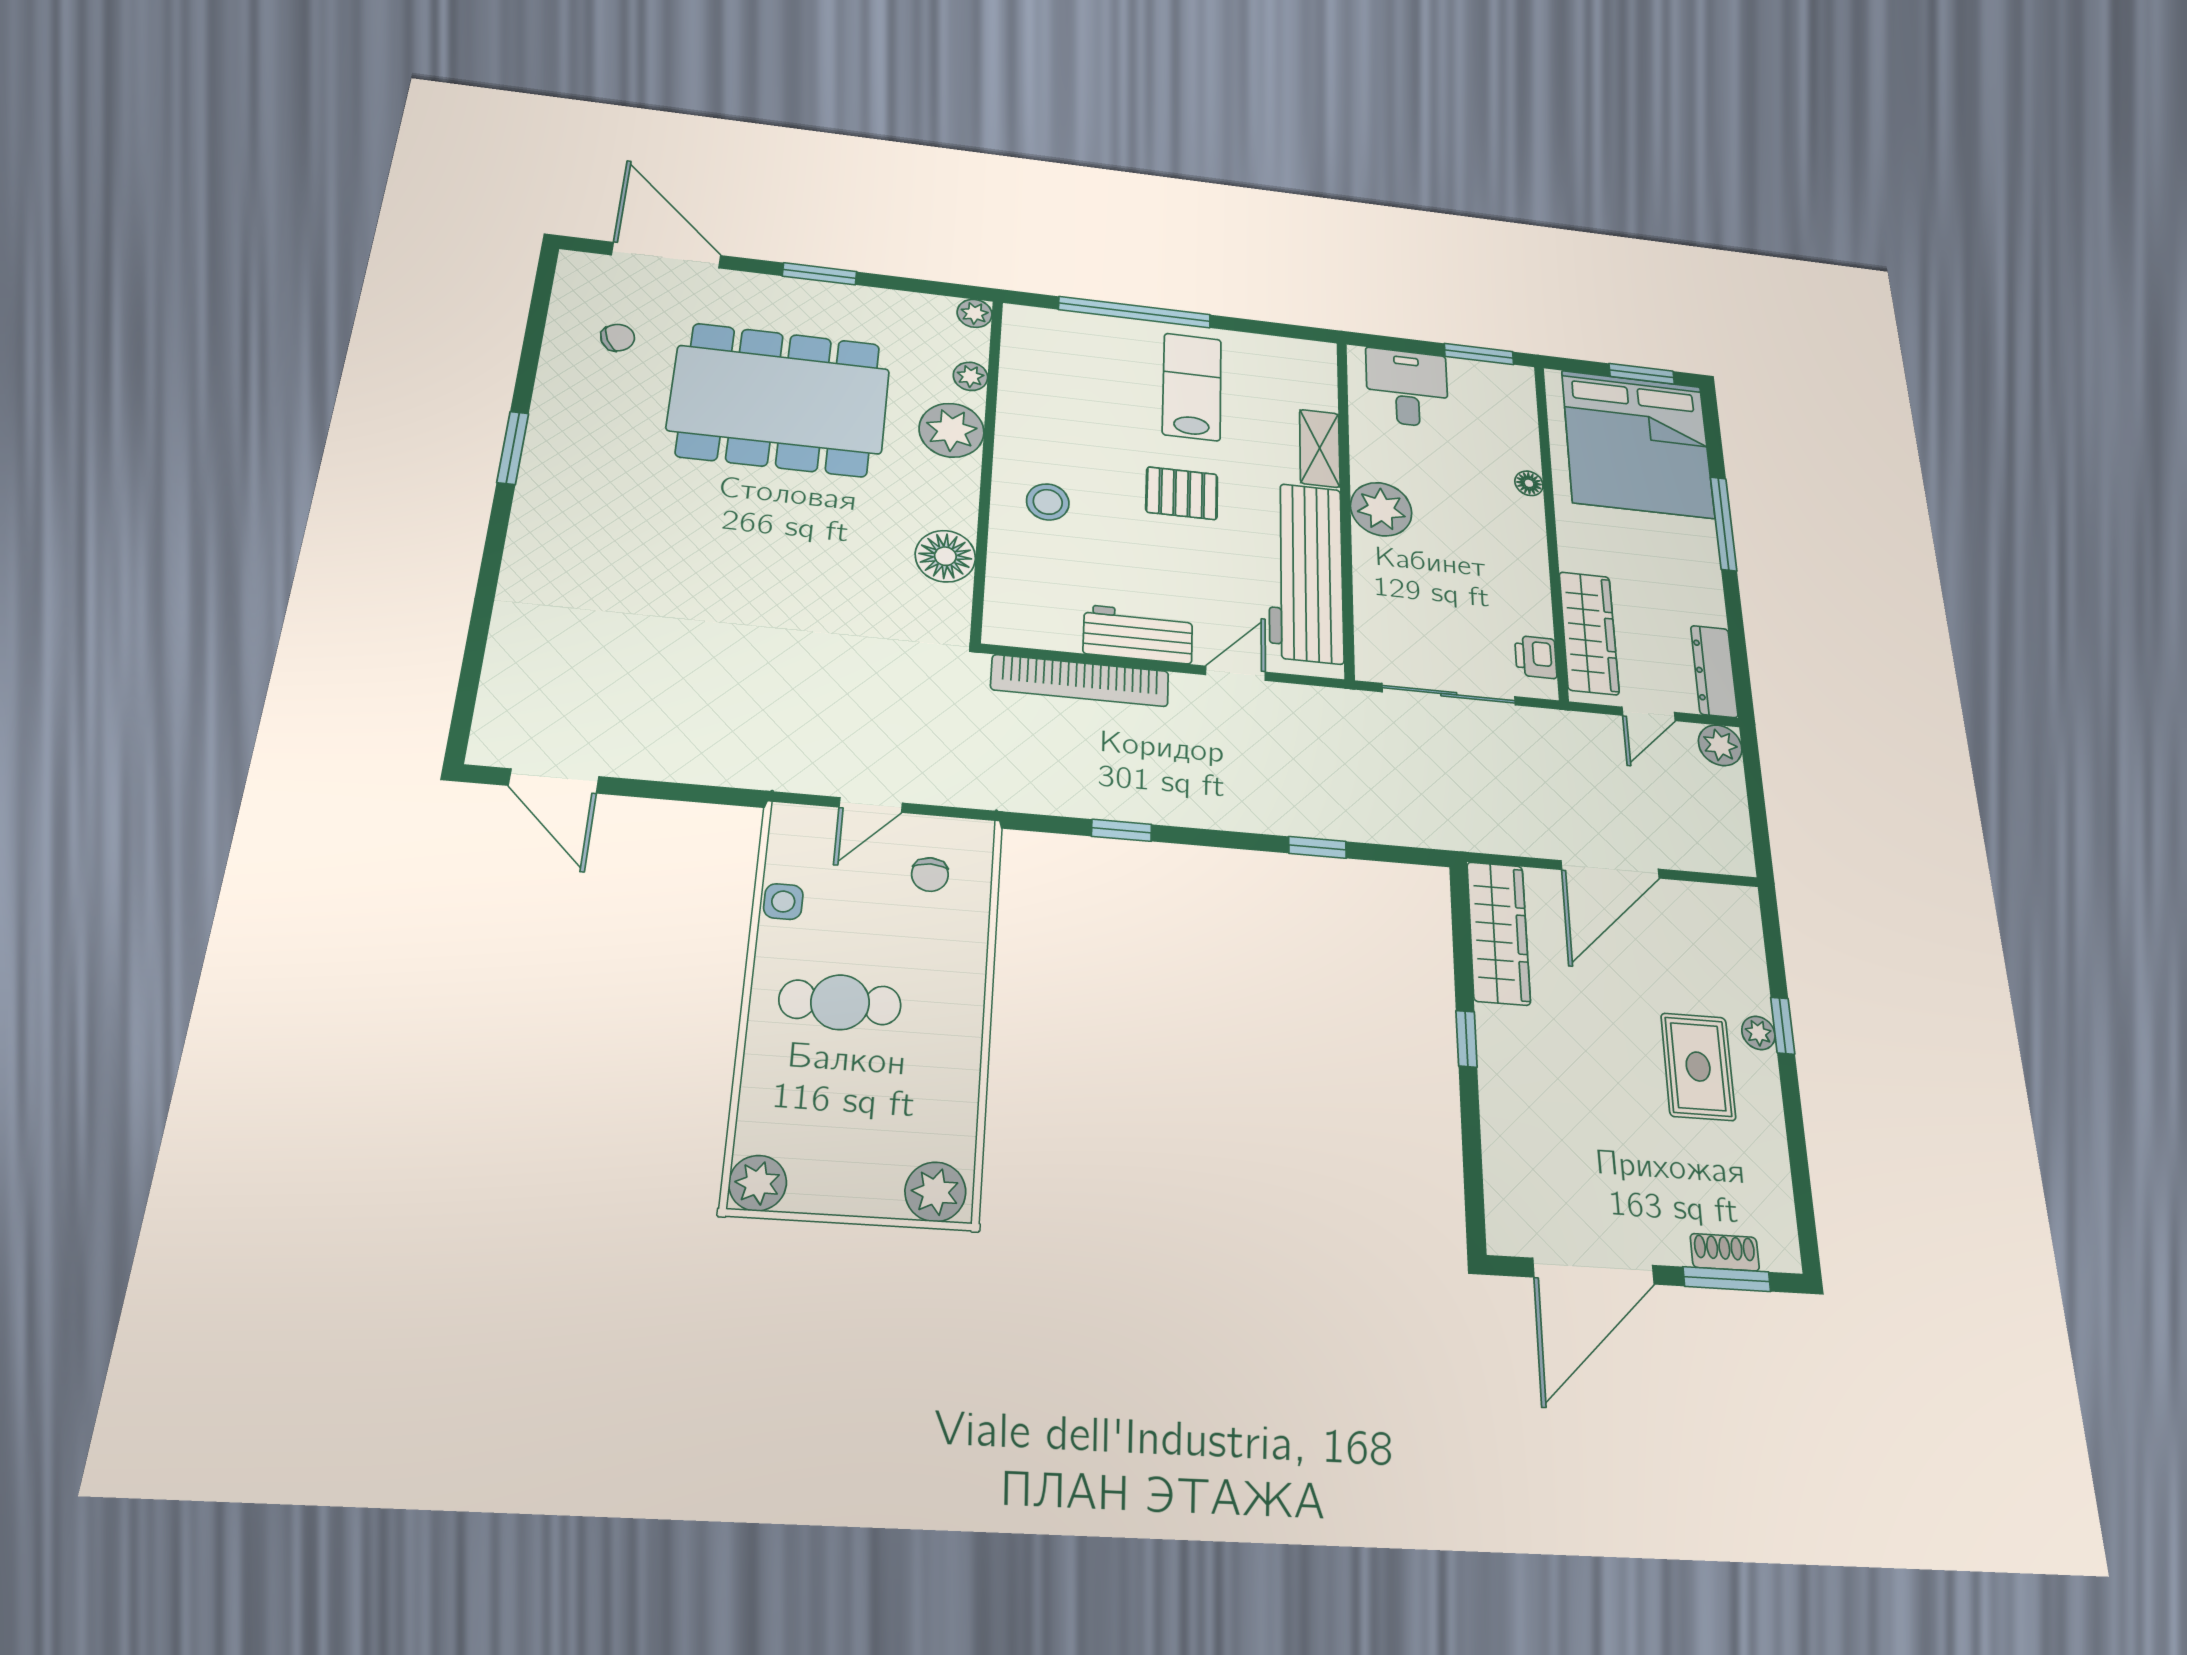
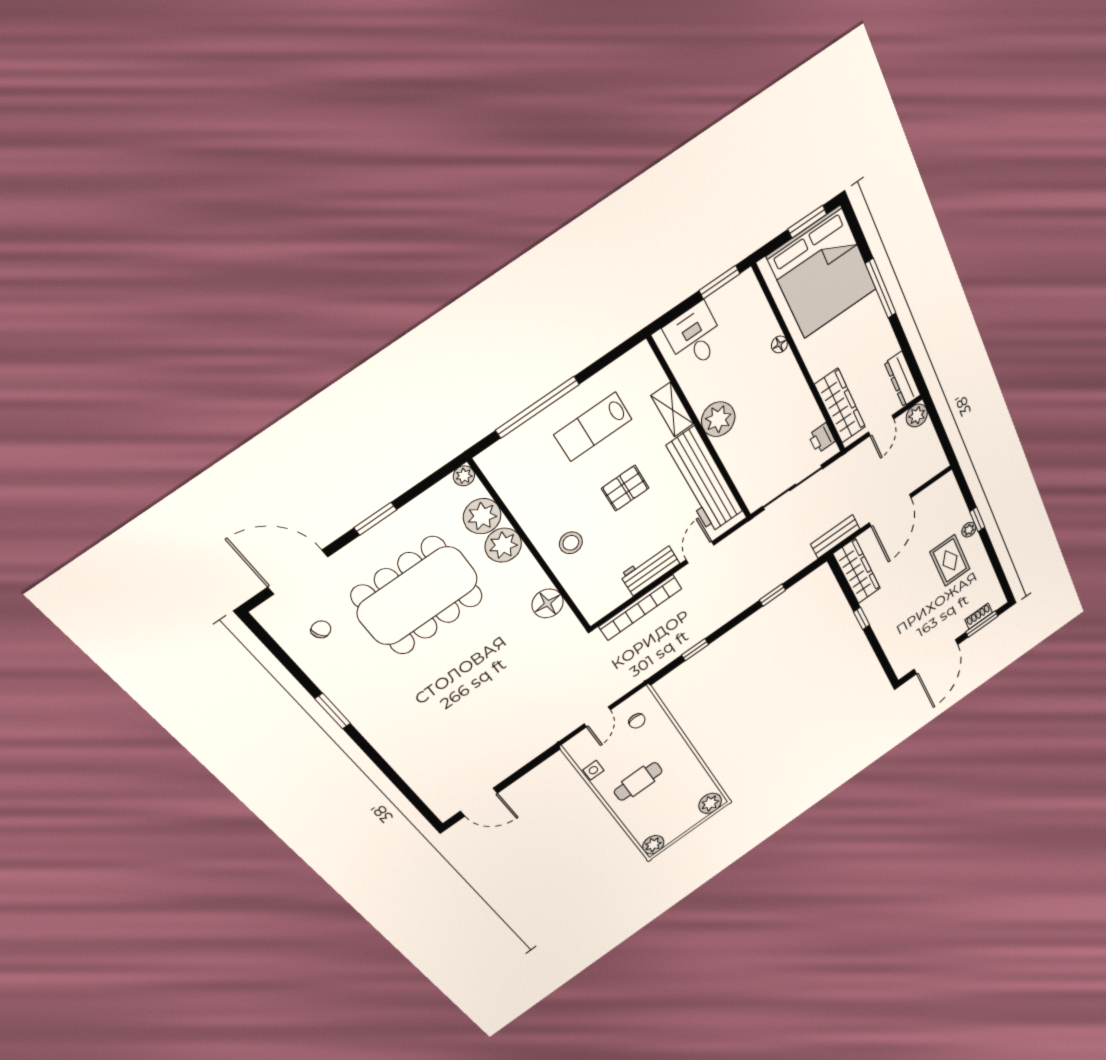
plant: (970, 376) -> (482, 516), width x1.87, depth x1.87
lab bench: (1192, 387) -> (593, 427), turned -90
bench: (1486, 835) -> (835, 537), added

